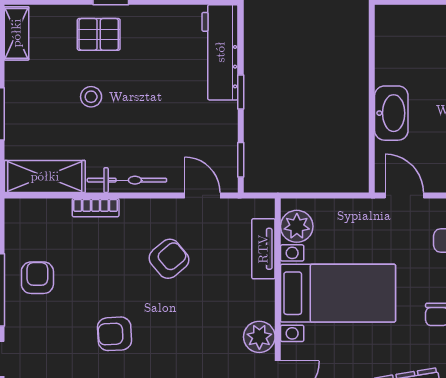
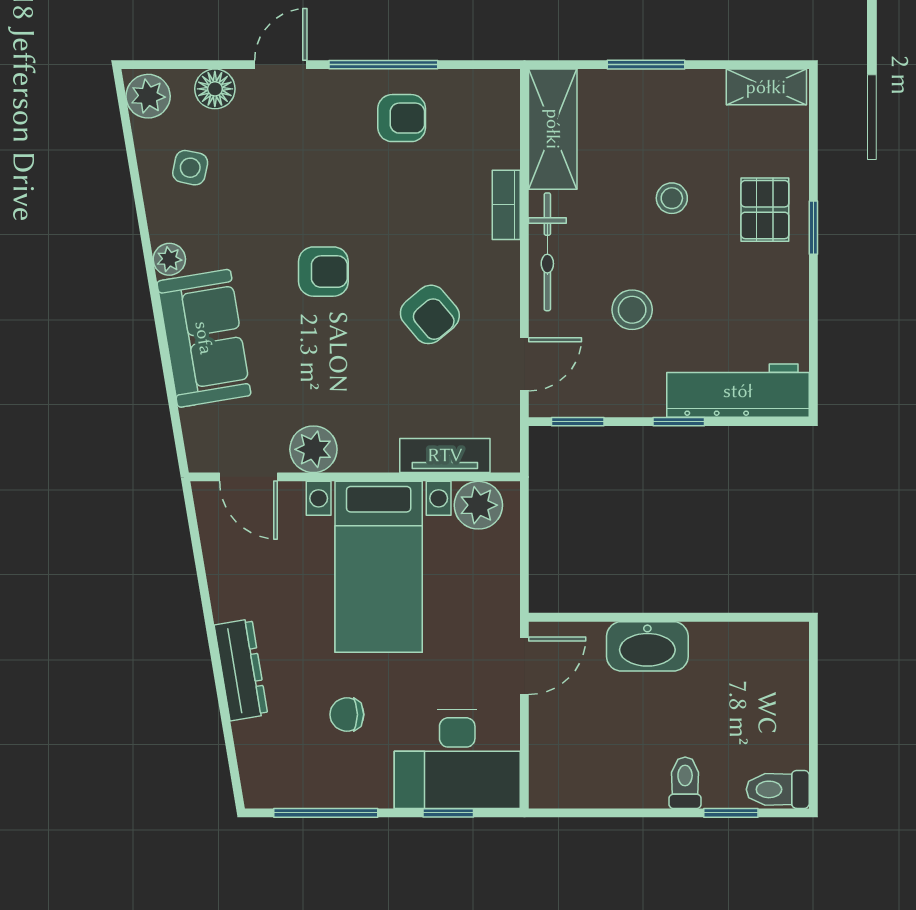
stool: (166, 123) -> (632, 310), added
armchair: (115, 334) -> (323, 272), moved, turned 93

